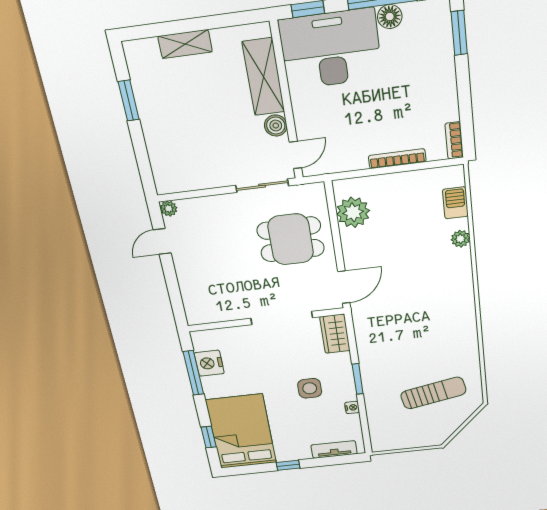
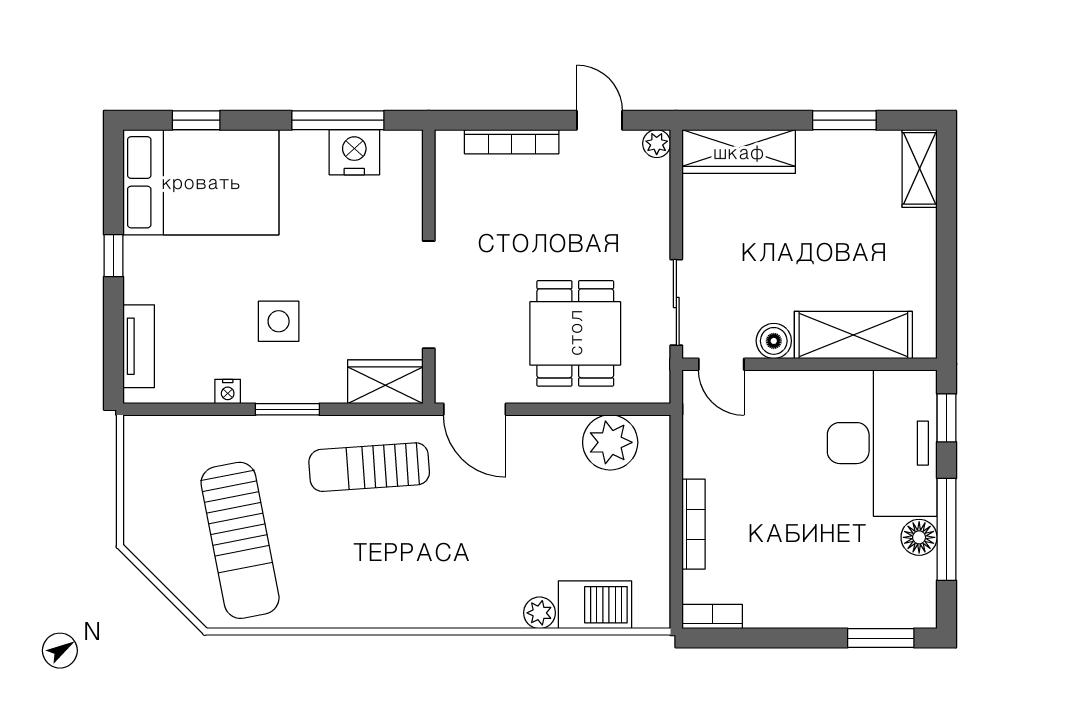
shelving: (185, 44) -> (920, 168), moved
wardrobe: (163, 161) -> (739, 152), added
barbecue: (455, 203) -> (595, 605), width x1.38, depth x1.27
bookcase: (185, 286) -> (512, 142), added
sun lounger: (385, 336) -> (369, 467), added
sun lounger: (433, 393) -> (240, 540), width x1.36, depth x1.34

